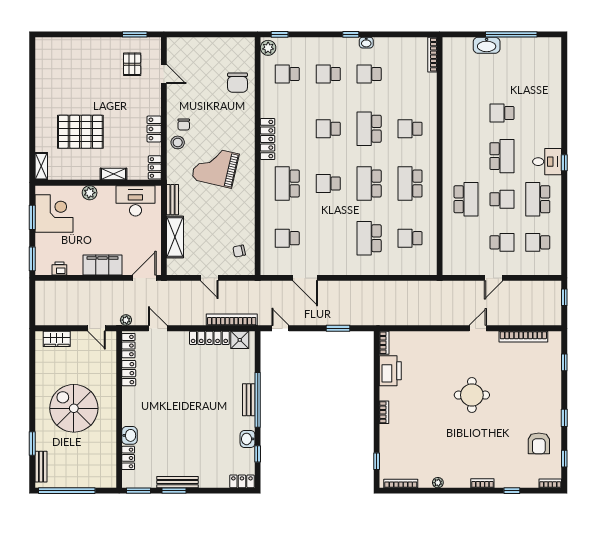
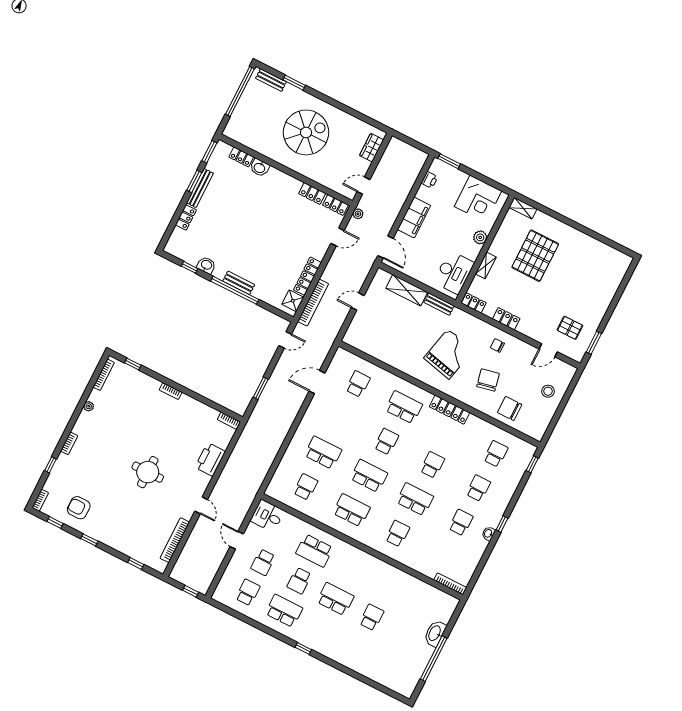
plant: (268, 48) -> (526, 449), removed
stool: (178, 142) -> (548, 391), moved
school desk: (502, 156) -> (335, 599), turned 180
desk: (547, 162) -> (267, 516), moved, turned 90
window: (32, 217) -> (484, 179), removed
chair: (239, 251) -> (488, 380), moved, width x1.87, depth x1.87
printer: (390, 371) -> (210, 459), moved, turned 90
locker: (242, 481) -> (186, 217), moved

